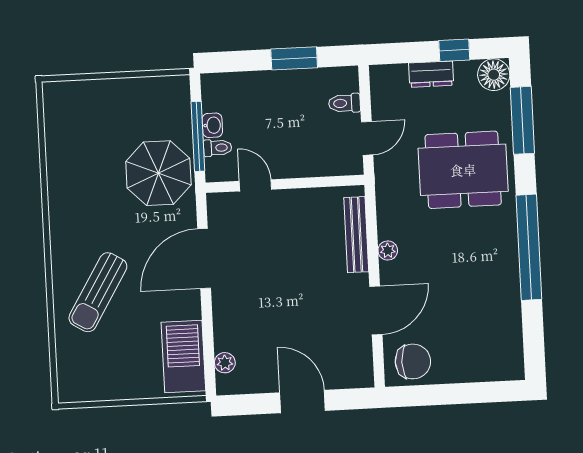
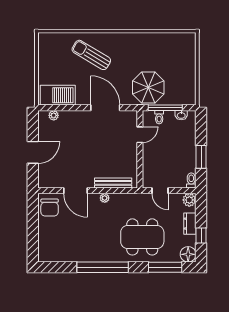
plant: (383, 78) -> (189, 200), added
toilet: (345, 103) -> (191, 180), moved
washbasin: (212, 125) -> (181, 115), moved
dining table: (463, 170) -> (142, 237), turned 90

